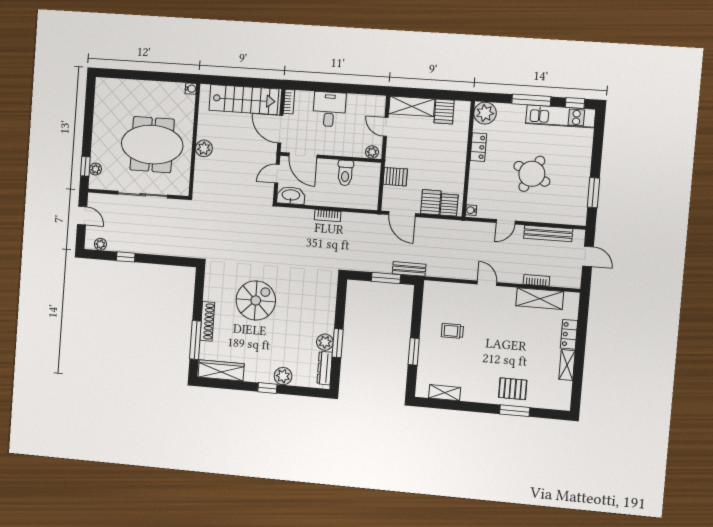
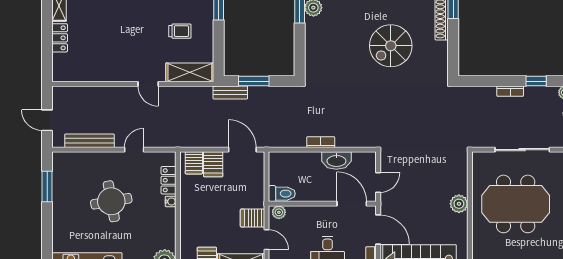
locker: (478, 147) -> (169, 180), moved
toilet: (345, 173) -> (282, 194), moved, turned 90
round table: (532, 174) -> (111, 201), turned -37
server rack: (395, 177) -> (252, 218), moved
washbasin: (291, 195) -> (336, 160), moved
water cooler: (471, 210) -> (171, 201), moved
bookcase: (536, 280) -> (510, 91), moved
shelving: (540, 299) -> (190, 72), moved

